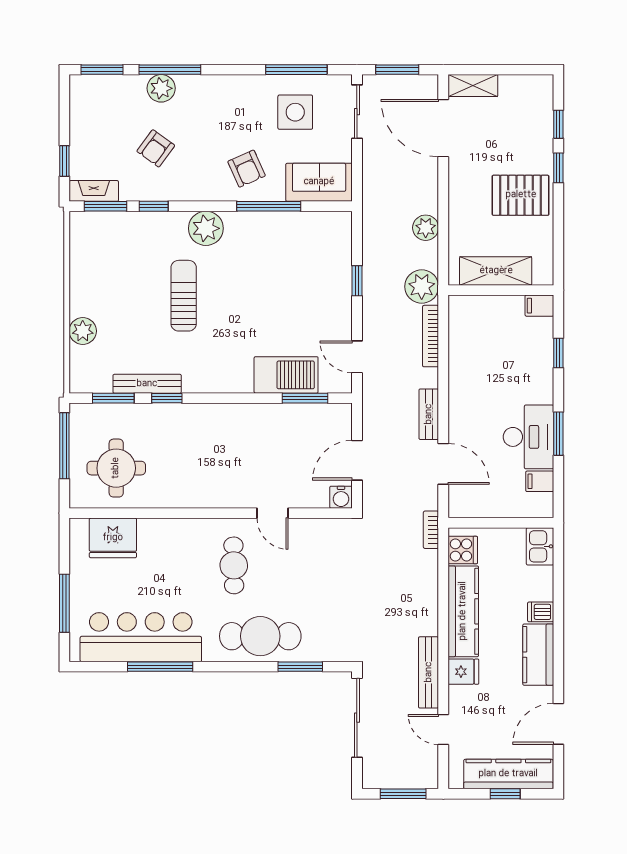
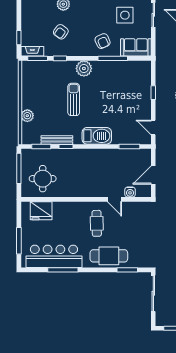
barbecue: (286, 375) -> (97, 136), moved
water cooler: (341, 497) -> (130, 192), moved

